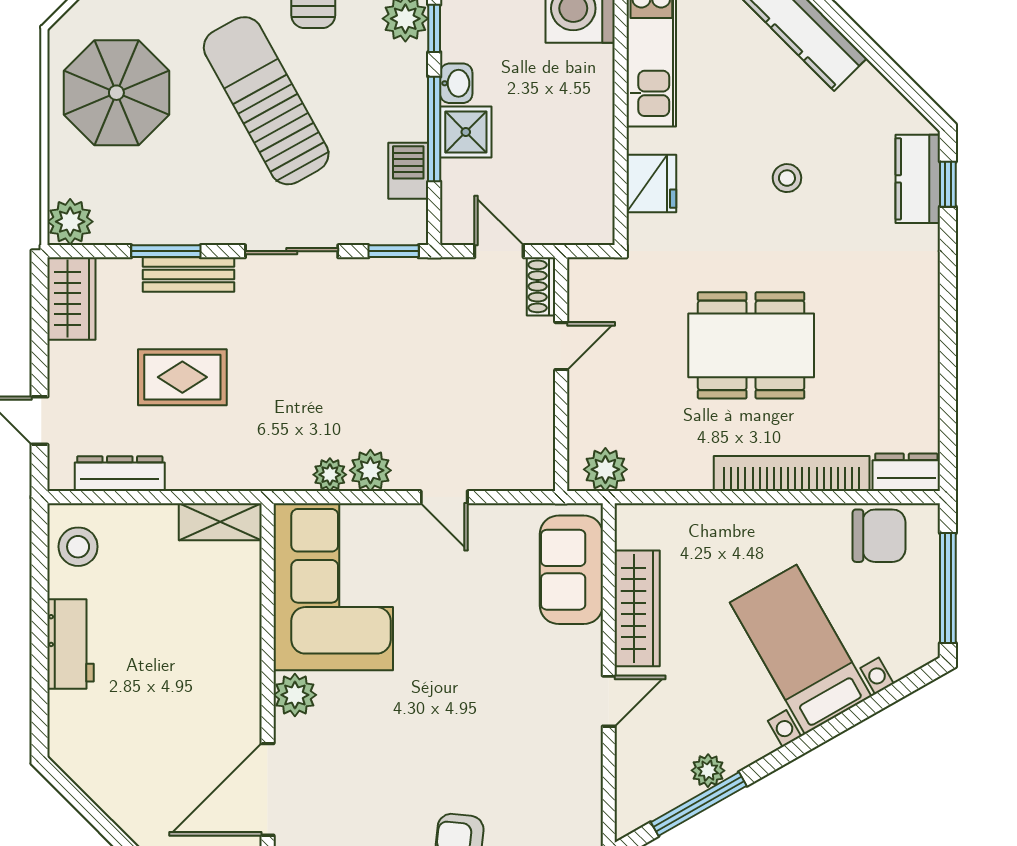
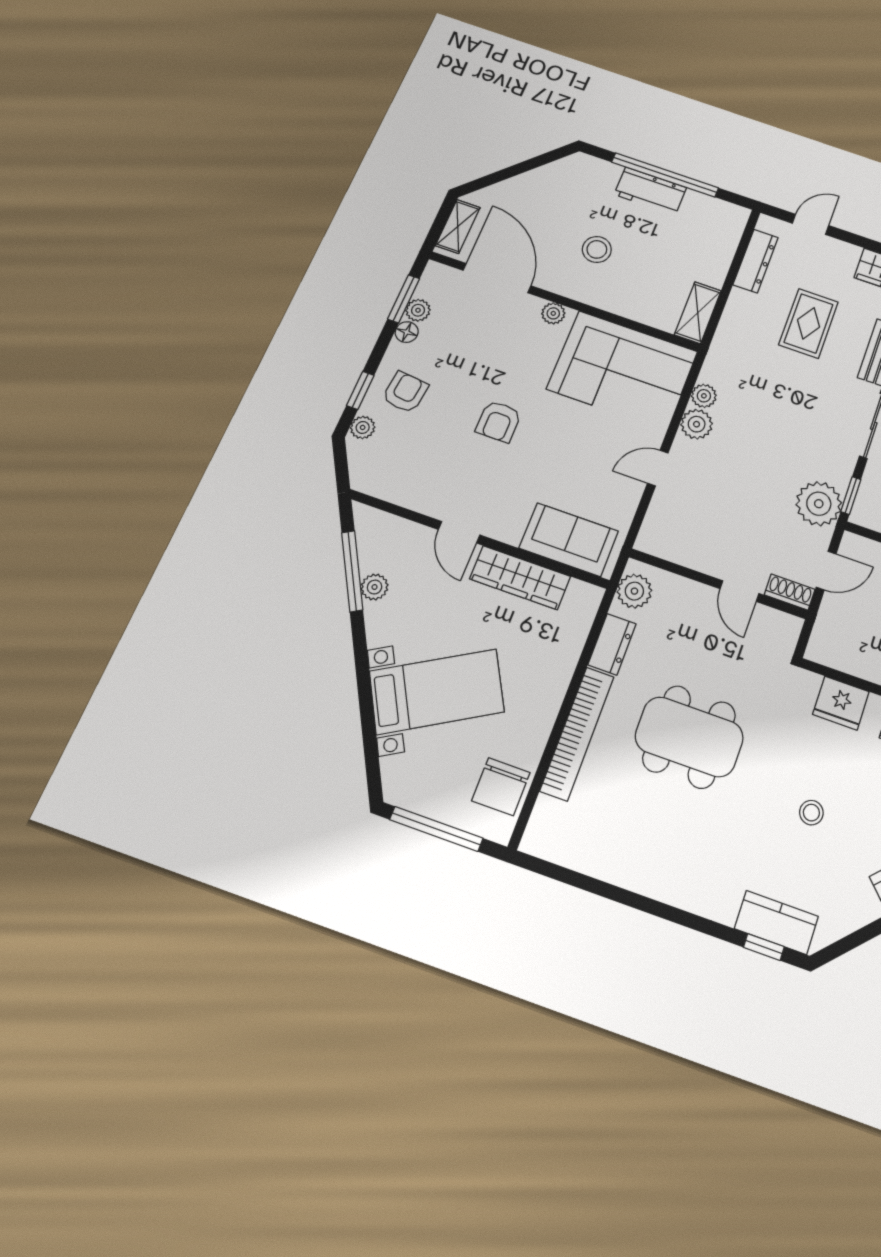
plant: (418, 287) -> (819, 504), added
dining table: (751, 345) -> (689, 737), turned 90
dresser: (906, 472) -> (612, 644), moved
stool: (78, 547) -> (597, 249), moved
window: (39, 634) -> (665, 175), added
plant: (295, 695) -> (553, 313), width x0.73, depth x0.73
armchair: (455, 711) -> (499, 421), added

